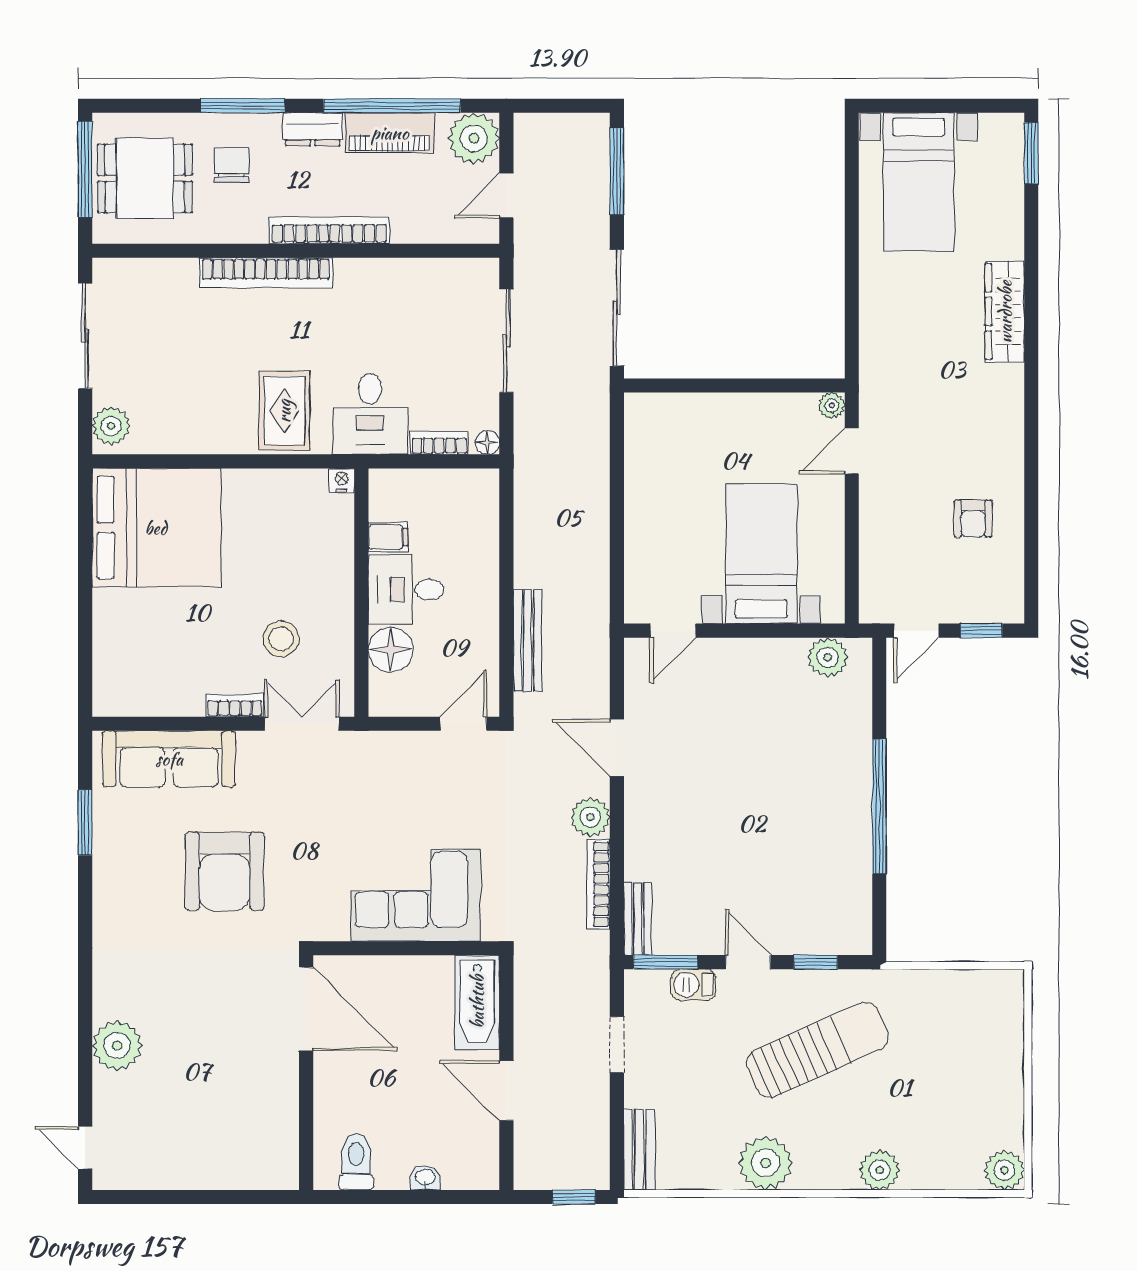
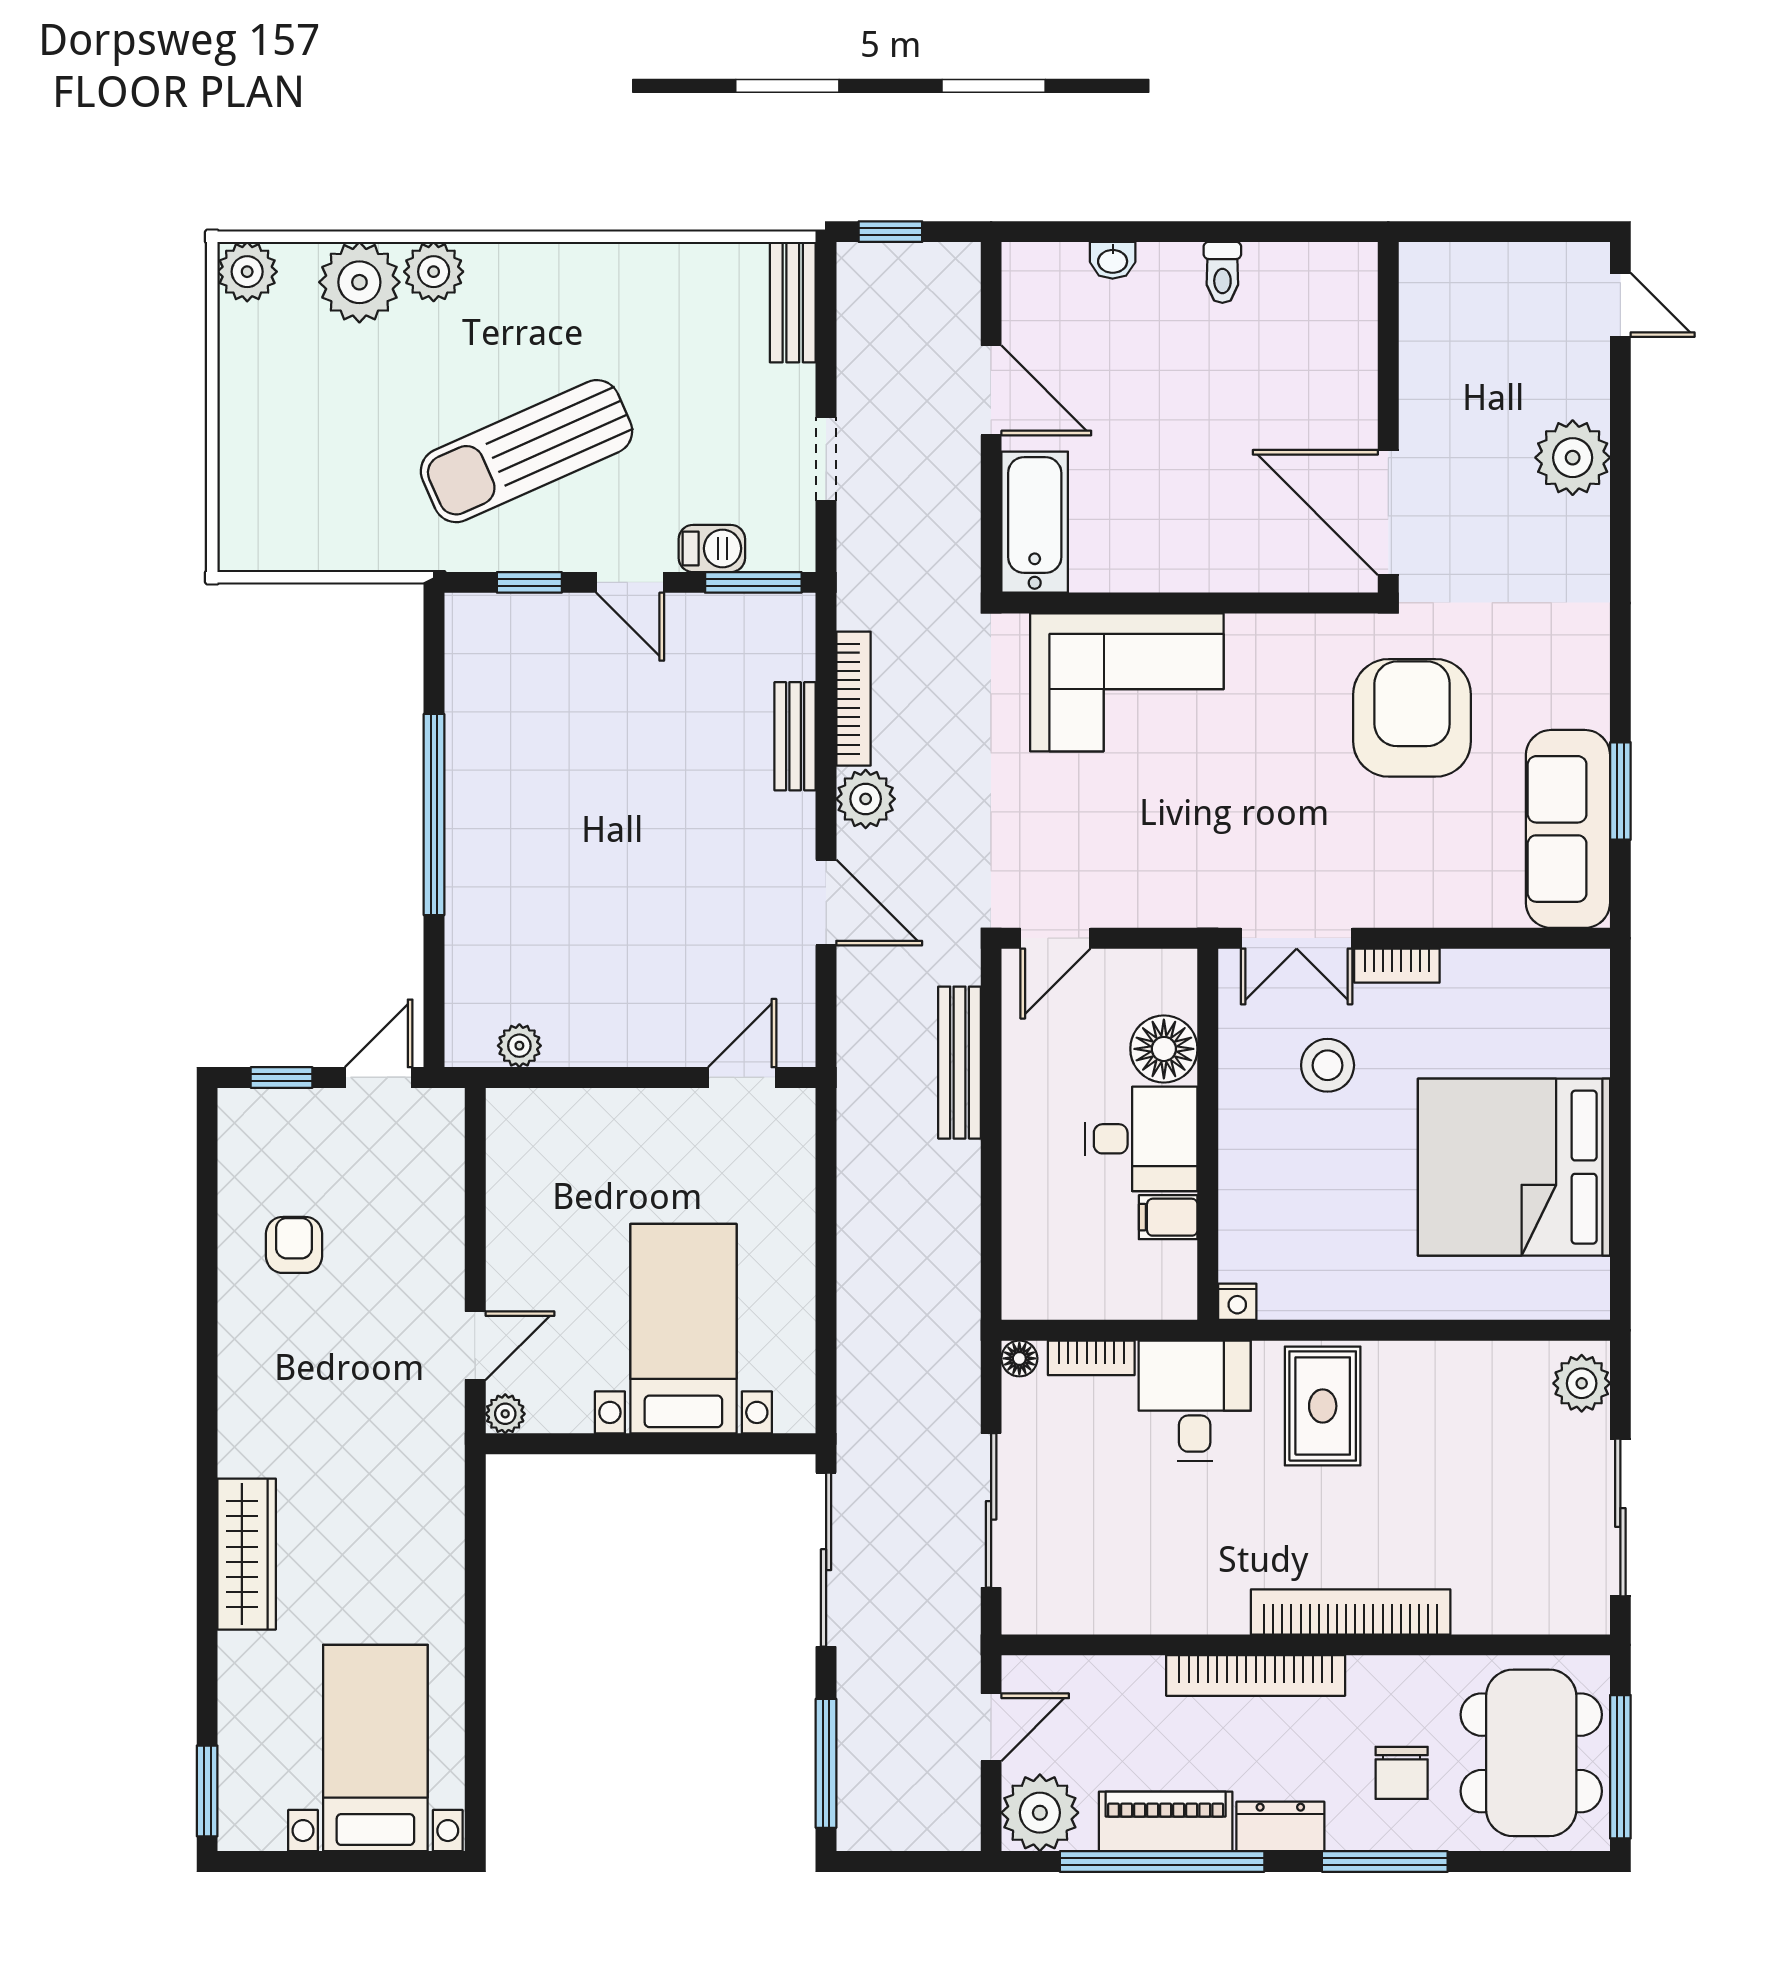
dining table: (145, 178) -> (1531, 1753), width x1.38
bed: (156, 528) -> (1514, 1167), moved
bed with nightstands: (761, 554) -> (683, 1329), moved, turned 180
plant: (828, 657) -> (519, 1046), width x0.73, depth x0.73
sofa: (169, 759) -> (1568, 829), moved, turned -90
bench: (638, 919) -> (795, 736), moved
door: (306, 1009) -> (1388, 513), moved
wall: (306, 1073) -> (1388, 417), moved
toilet: (356, 1162) -> (1222, 272), width x0.73, depth x0.72
plant: (766, 1163) -> (359, 282), moved

